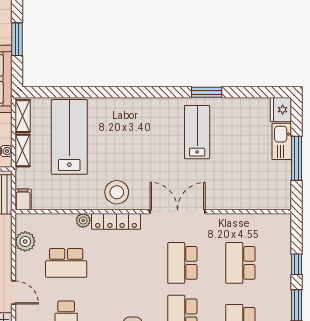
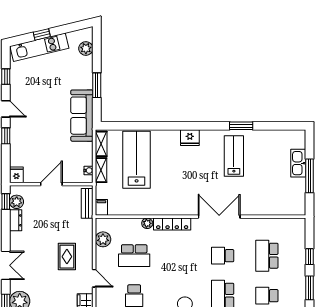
fridge: (281, 110) -> (190, 138), moved, turned -90
stool: (117, 192) -> (173, 202), removed
school desk: (182, 263) -> (223, 256), width x0.54

